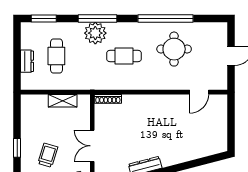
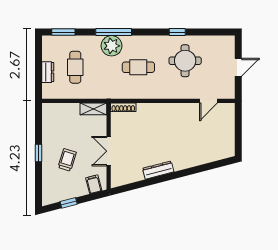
window: (166, 18) -> (177, 32), width x0.32
shelving: (63, 101) -> (93, 109), moved

